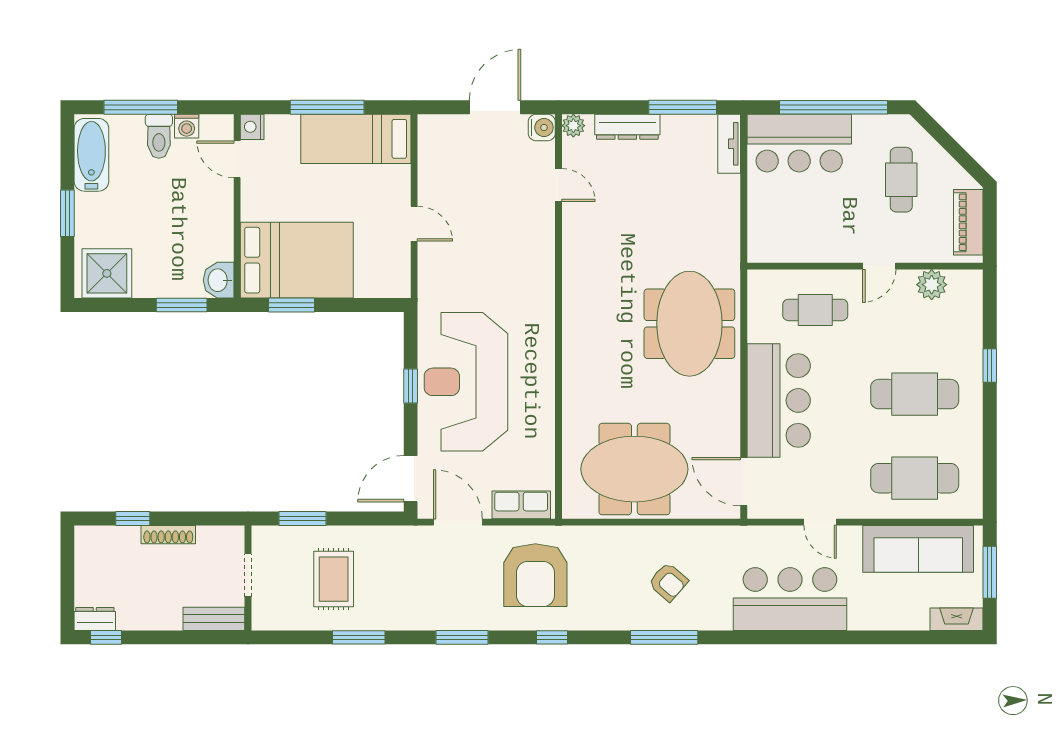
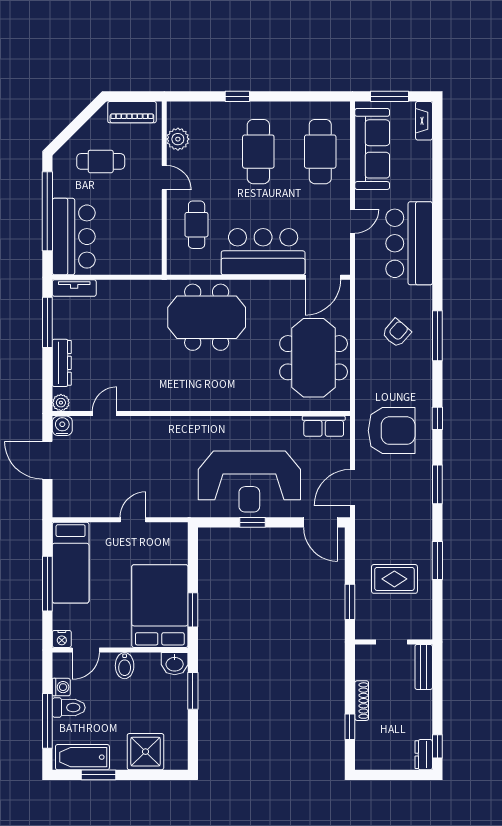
bidet: (216, 212) -> (125, 666), added
window: (67, 213) -> (99, 775), moved
shower: (107, 273) -> (145, 752), moved
row of seats: (521, 505) -> (324, 426), moved, turned -90

